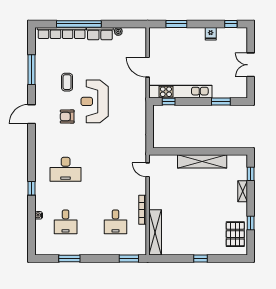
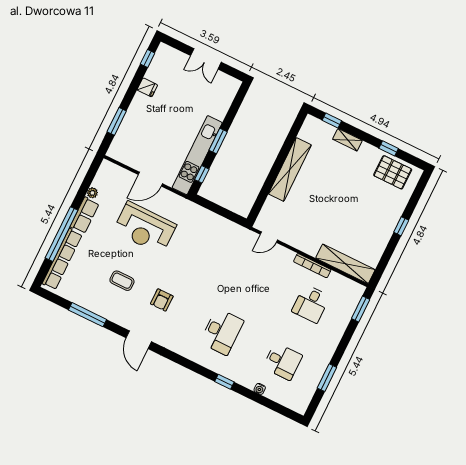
reception desk: (95, 101) -> (145, 228), moved
window: (221, 101) -> (218, 141), moved
desk: (116, 222) -> (311, 304), turned 90

